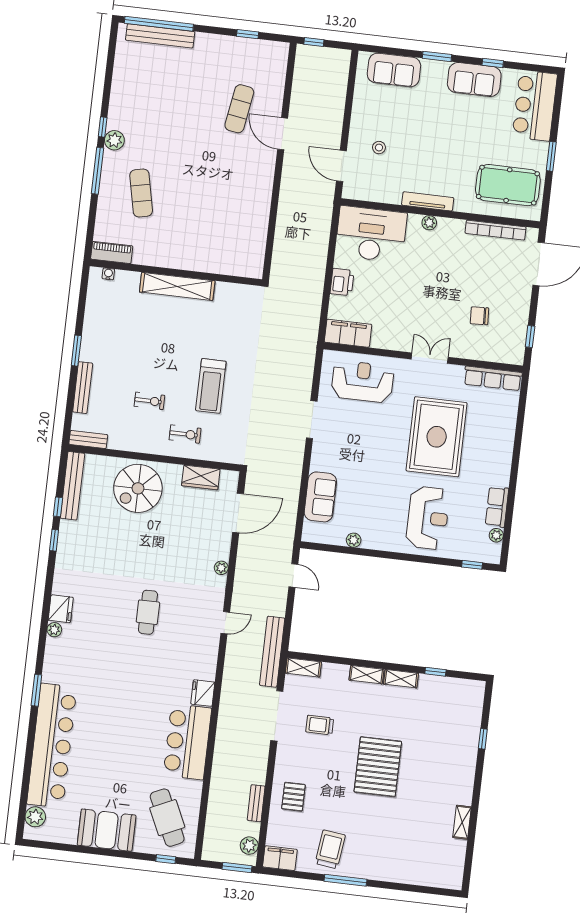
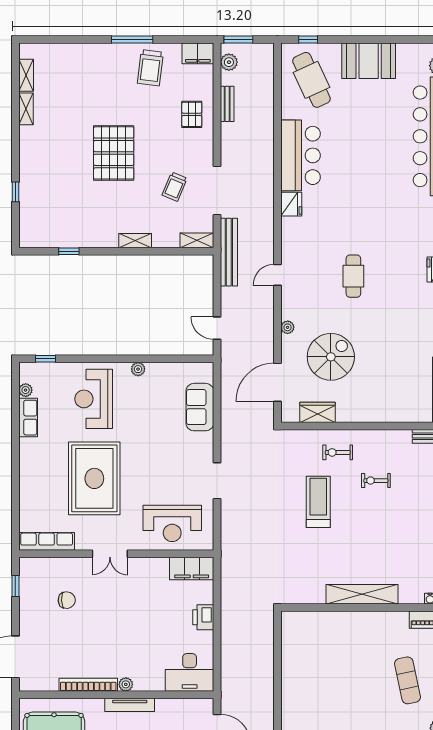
bookcase: (496, 230) -> (88, 685), moved
desk: (371, 234) -> (190, 672), width x0.73, depth x0.77
spiral stairs: (138, 488) -> (331, 357), moved
plant: (354, 540) -> (138, 369), moved
shelving: (401, 679) -> (26, 75), moved, turned 90
trolley: (320, 725) -> (175, 187), turned 113

